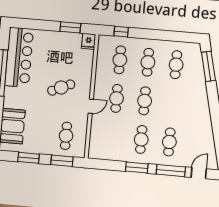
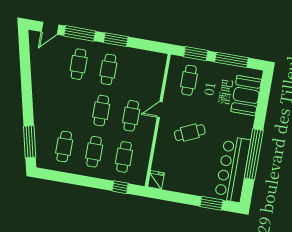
window: (70, 27) -> (211, 203), moved
window: (29, 158) -> (232, 60), width x1.44

